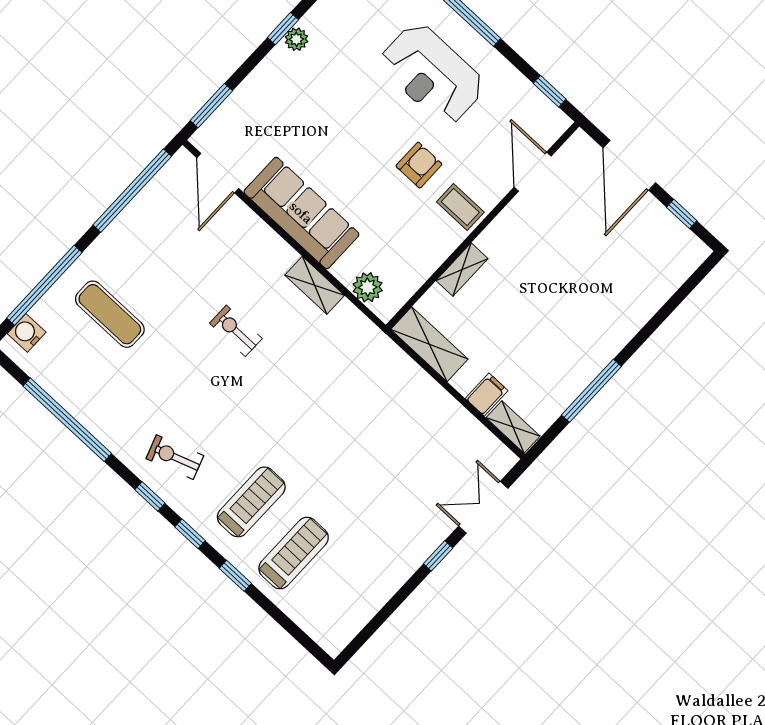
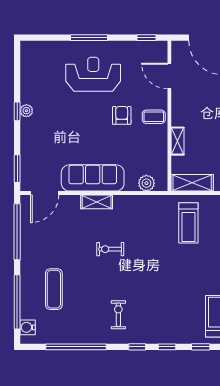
reception desk: (432, 74) -> (93, 74), turned 180
door: (218, 173) -> (45, 193), hinge flipped
shelving: (315, 285) -> (97, 202), moved
exercise mat: (110, 314) -> (54, 289), turned 90
exercise bike: (175, 457) -> (118, 315), moved, turned 109
treadmill: (251, 502) -> (188, 223), moved, turned 180

